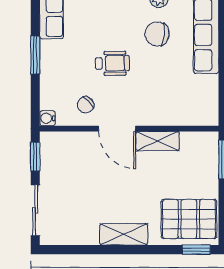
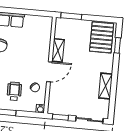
wheelchair: (112, 63) -> (14, 91), moved
shelving: (124, 234) -> (106, 86), moved
window: (196, 250) -> (117, 45), moved

